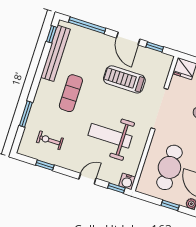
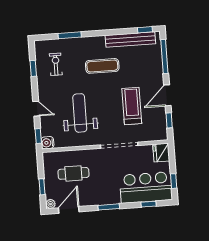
cafe table: (169, 167) -> (73, 173), width x0.73, depth x0.74

